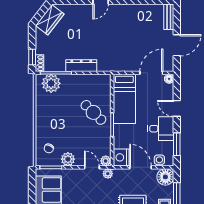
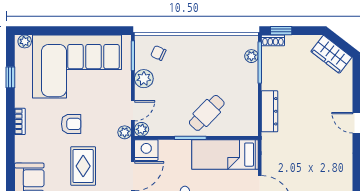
dresser: (81, 66) -> (269, 111), moved
plant: (51, 83) -> (251, 56), width x0.53, depth x0.53

